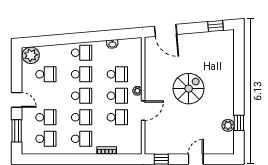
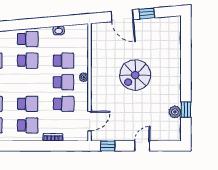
window: (216, 26) -> (147, 14), moved
door: (166, 30) -> (122, 16), moved
spiral stairs: (189, 89) -> (135, 75), turned 180
school desk: (82, 96) -> (28, 82), removed
door: (143, 111) -> (90, 121), moved

